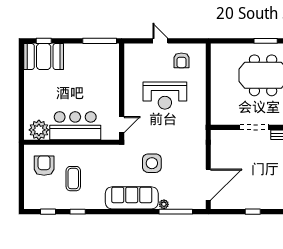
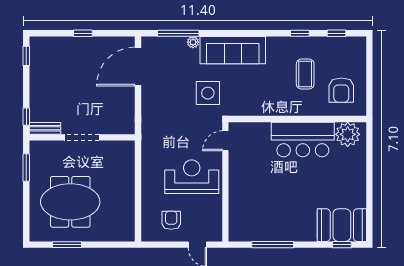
wall: (122, 92) -> (225, 182), moved
door: (122, 125) -> (225, 141), moved

